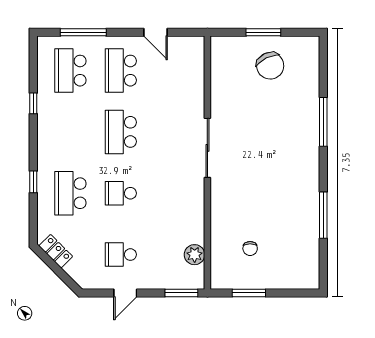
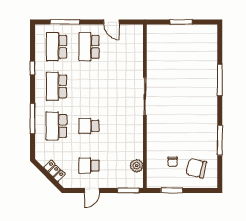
chair: (270, 66) -> (196, 168), moved, turned 129
school desk: (121, 132) -> (57, 86), moved
window: (33, 182) -> (32, 119), width x2.17
locker: (56, 251) -> (54, 171), moved

